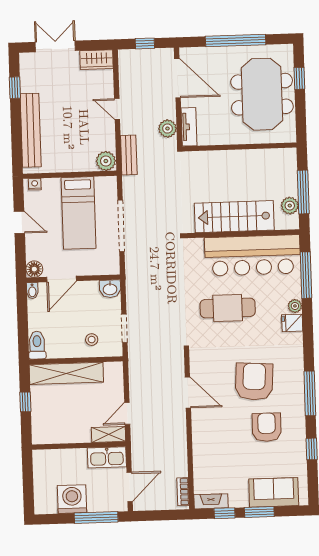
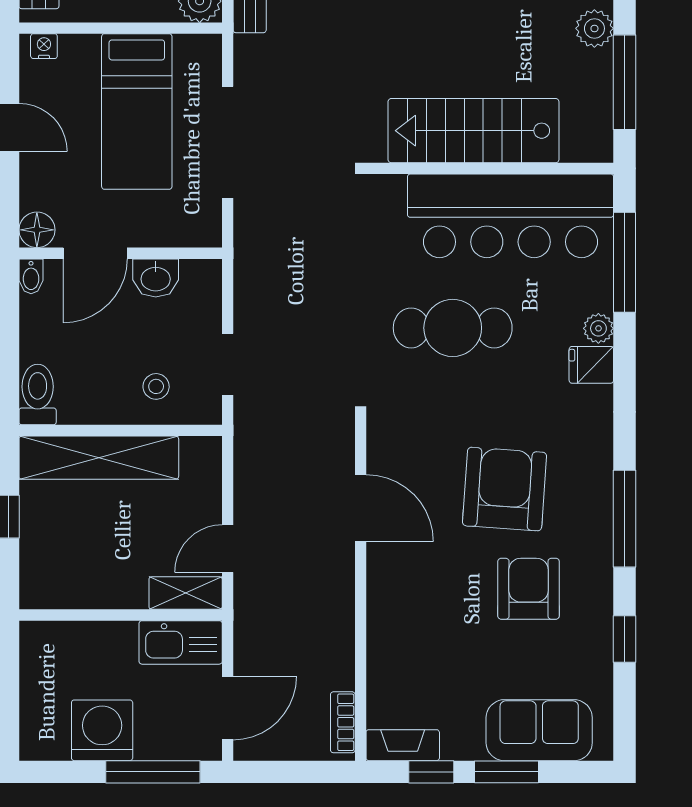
plant: (290, 206) -> (594, 28), moved
washbasin: (110, 289) -> (156, 278), moved

